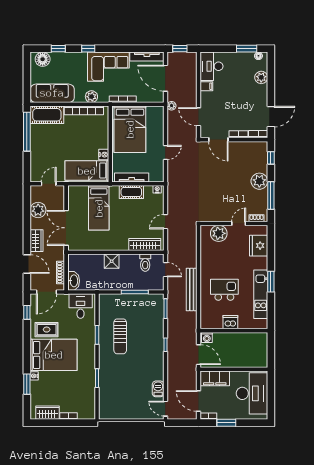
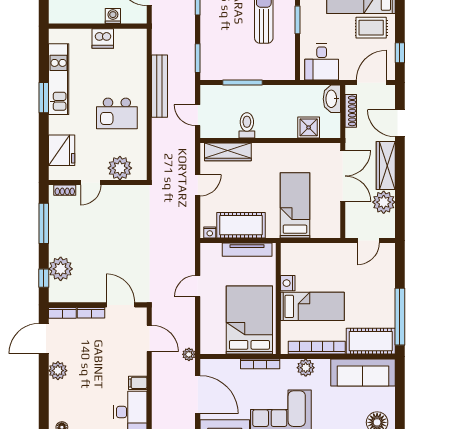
plant: (261, 77) -> (58, 371), moved
bed: (87, 171) -> (312, 306), moved
plant: (259, 181) -> (61, 269), moved
cot: (131, 192) -> (241, 225), width x1.37, depth x1.34
wardrobe: (37, 241) -> (386, 165), width x1.50
shower: (112, 261) -> (309, 127), moved
toilet: (145, 263) -> (247, 125), moved
kitchen island: (224, 290) -> (117, 113), moved
washing machine: (207, 337) -> (113, 16), moved

